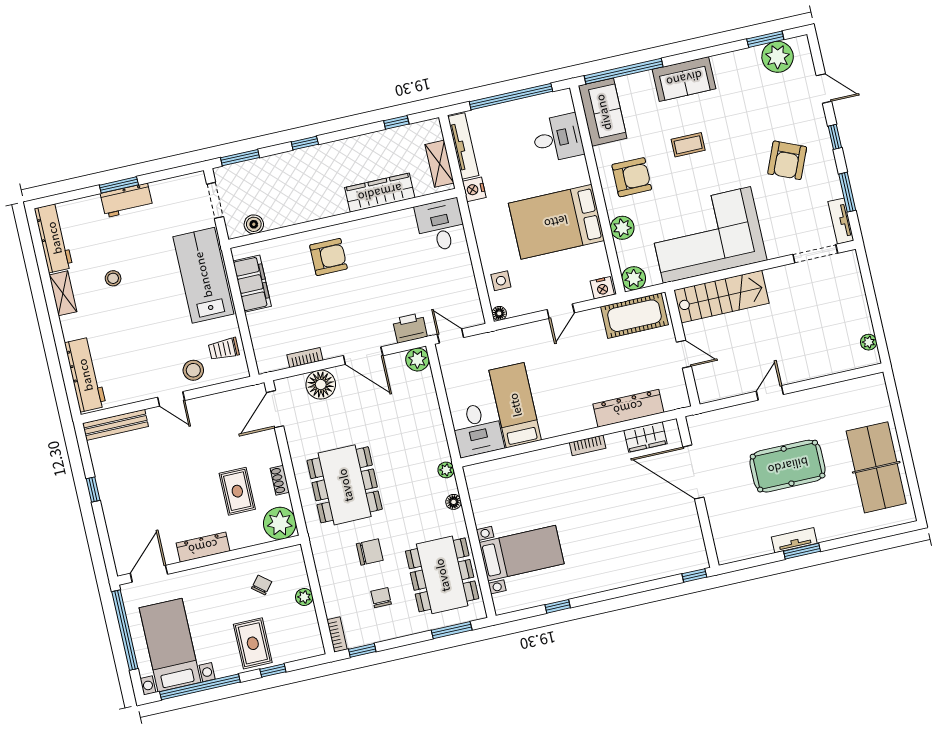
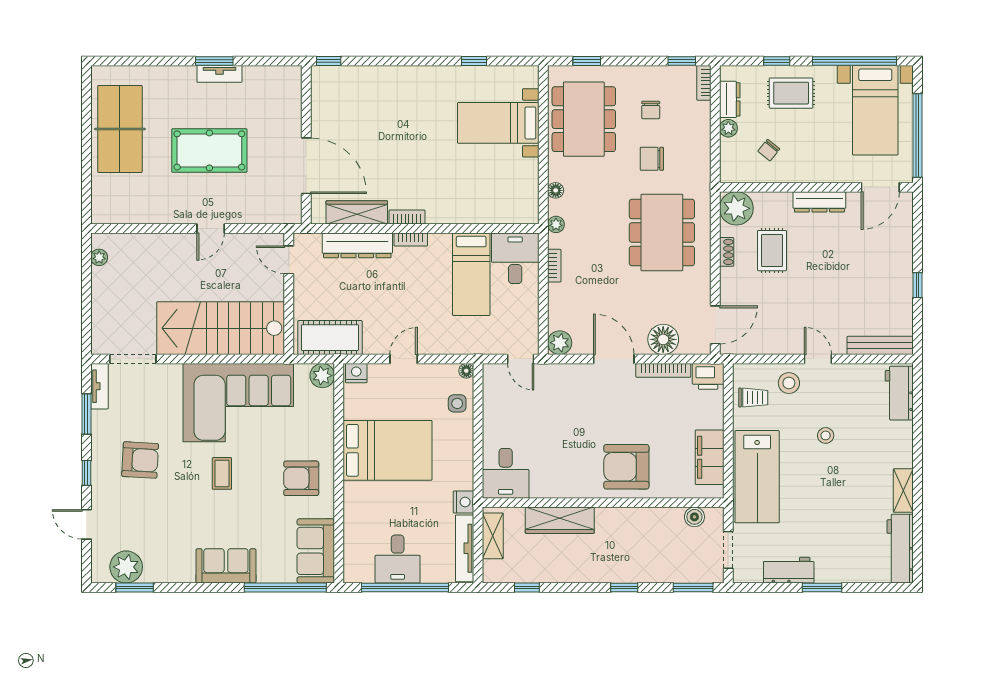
desk: (558, 138) -> (398, 559), moved, turned -90
coffee table: (688, 145) -> (222, 473), moved, turned 90
armchair: (787, 160) -> (140, 460), turned 70
workbench: (127, 200) -> (789, 570), moved
plant: (622, 228) -> (322, 429), removed
armchair: (328, 257) -> (626, 467), width x1.36, depth x1.36
stool: (113, 278) -> (826, 435), moved
stairs: (721, 297) -> (221, 328), width x1.36, depth x1.51
printer: (410, 328) -> (708, 376), moved
door: (684, 354) -> (289, 260), moved
bookcase: (305, 358) -> (663, 370), width x1.56
workbench: (85, 375) -> (899, 393), width x0.73
bookcase: (579, 425) -> (411, 240), added
bookcase: (439, 431) -> (554, 266), added
wardrobe: (645, 437) -> (357, 212), width x1.50
dresser: (309, 624) -> (730, 99), added
window: (452, 630) -> (587, 61), width x0.67
rug: (253, 643) -> (791, 93), turned 90

